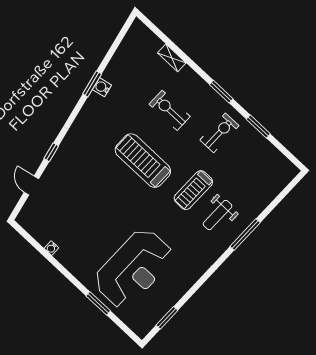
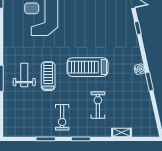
water cooler: (102, 87) -> (140, 69), moved
exercise bike: (170, 110) -> (98, 105), turned -90
treadmill: (143, 161) -> (88, 67), turned 180

